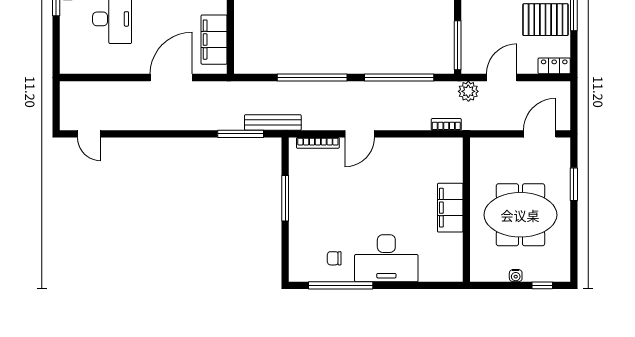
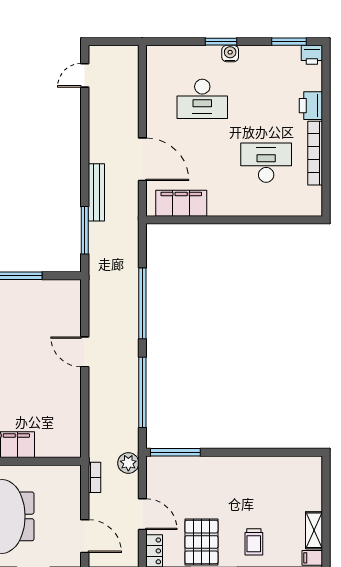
door: (502, 78) -> (142, 514), moved
bench: (273, 122) -> (96, 192), moved
bookcase: (446, 124) -> (94, 477), moved
bookcase: (318, 143) -> (76, 309), removed

